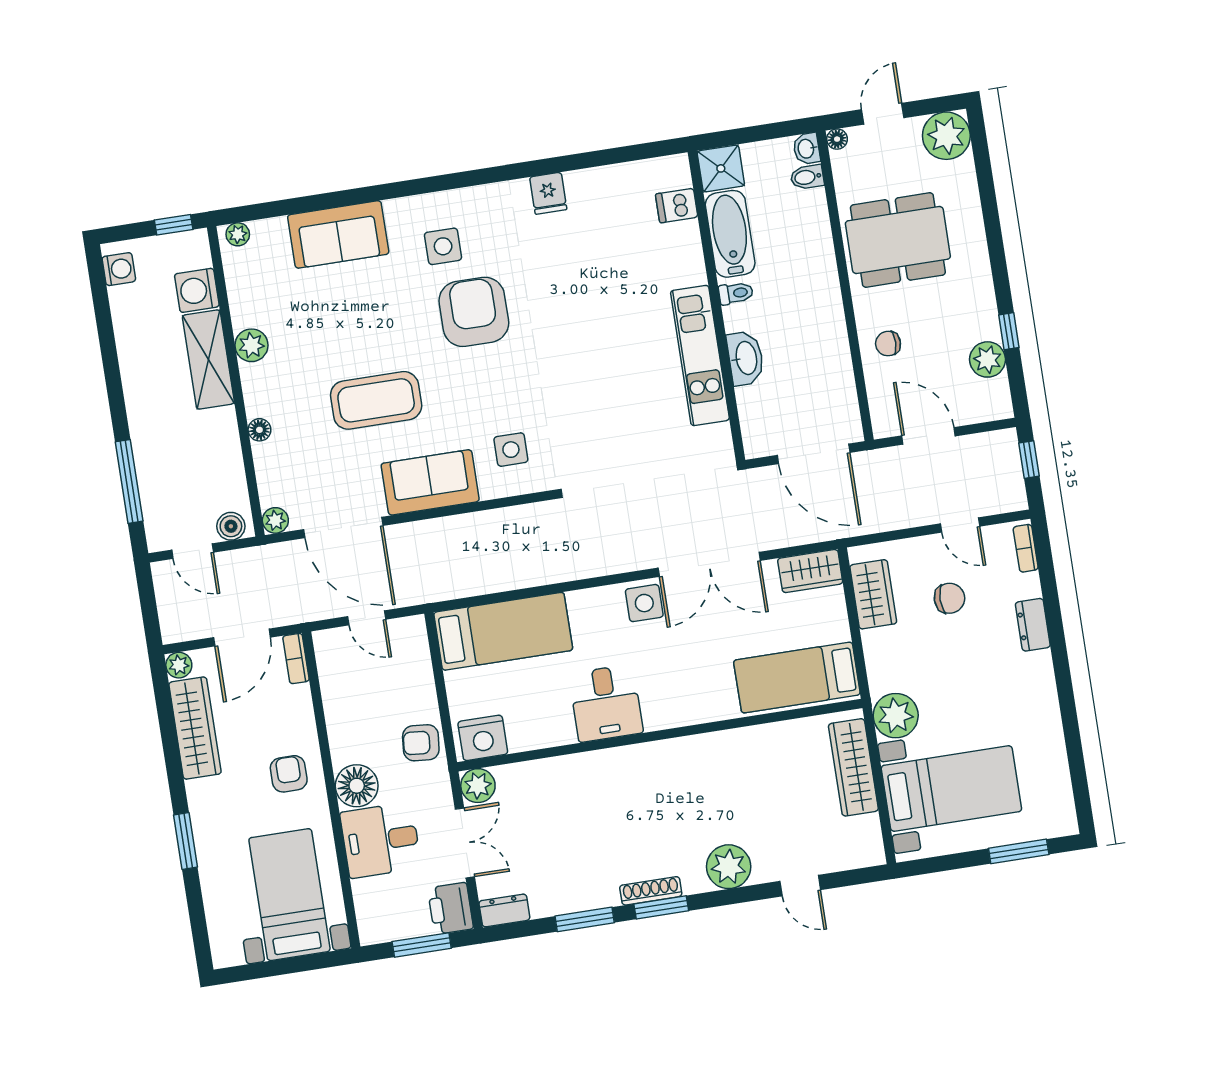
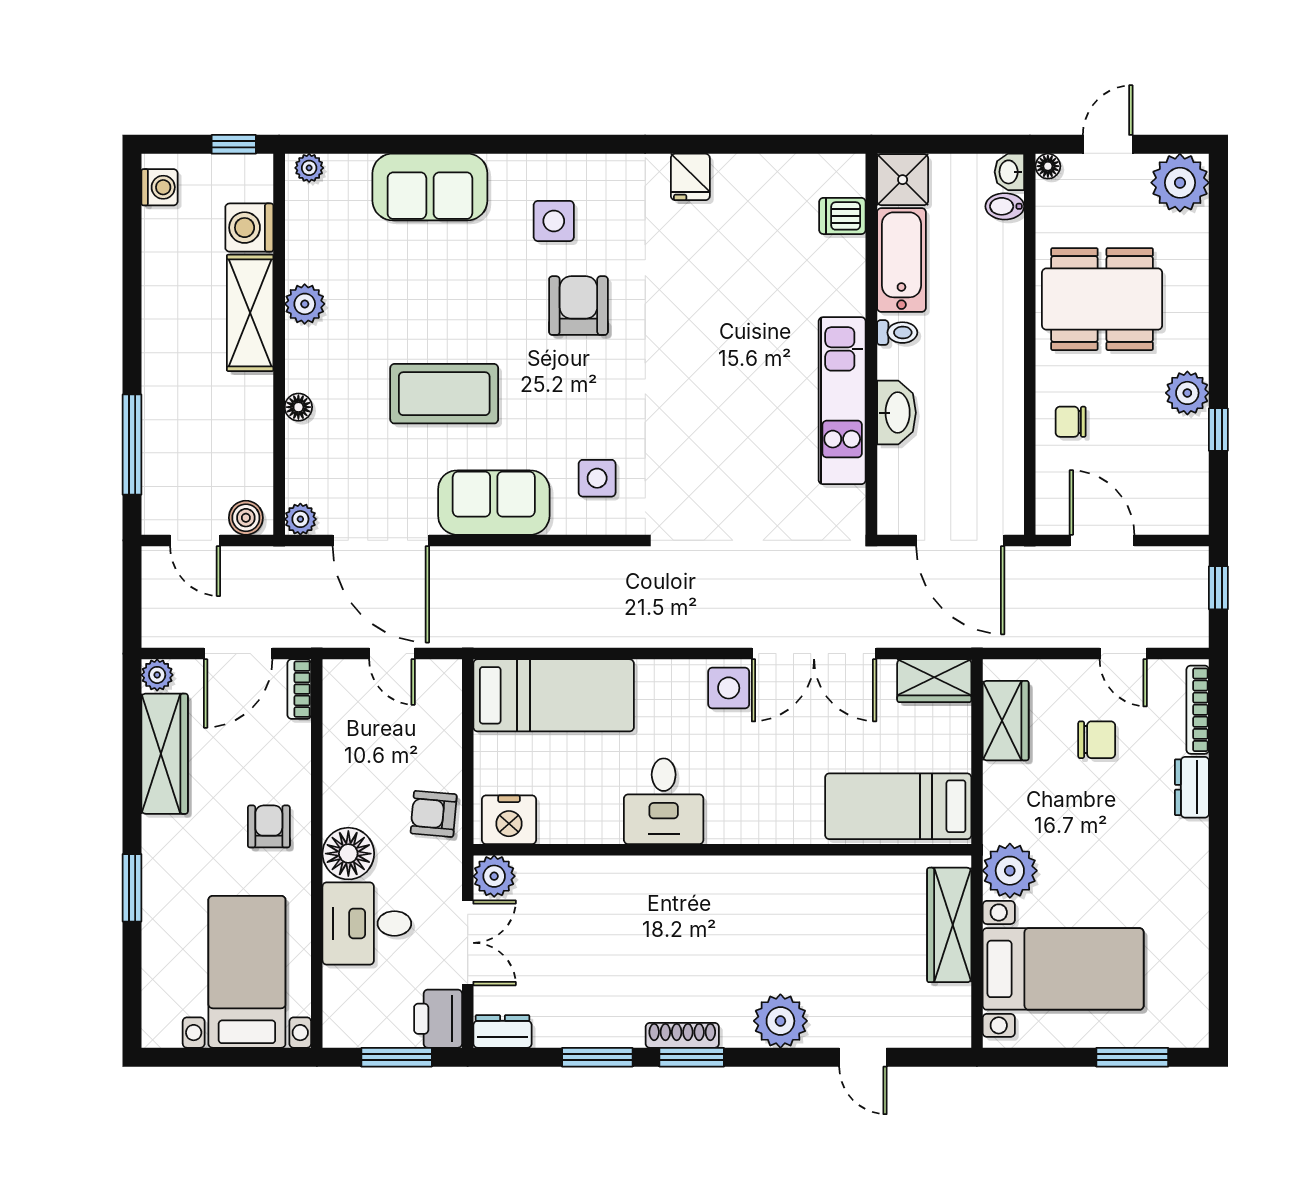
armchair: (474, 312) -> (578, 306), width x0.73, depth x0.73
plant: (987, 359) -> (1187, 393), moved
bookcase: (1026, 548) -> (1198, 710), width x1.56

